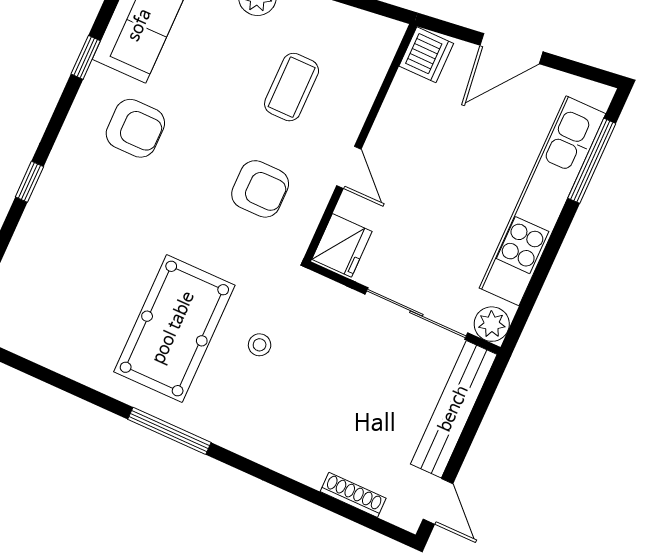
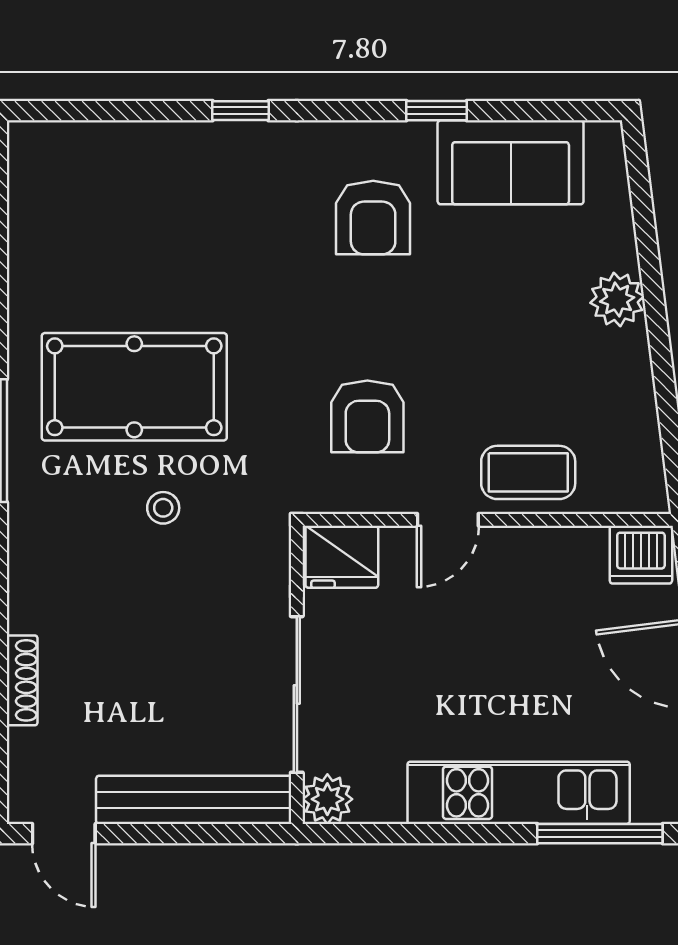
coffee table: (292, 87) -> (528, 472), moved
kitchen unit: (543, 201) -> (519, 793), width x0.73
shoe rack: (353, 495) -> (22, 680), moved
door: (438, 501) -> (64, 834), hinge flipped

